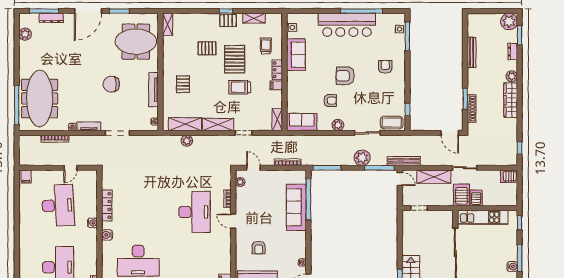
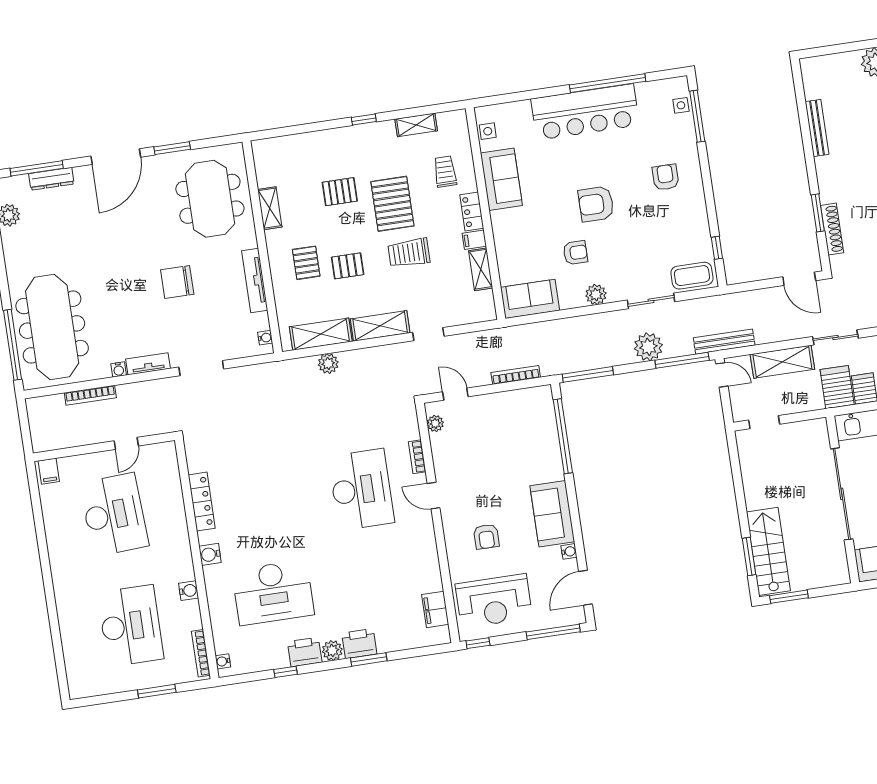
pallet: (228, 21) -> (348, 266), moved
shelving: (168, 24) -> (270, 208), moved
meeting table: (136, 42) -> (210, 199), turned 90
shelving: (277, 120) -> (481, 269), moved
sofa: (296, 207) -> (552, 514), moved, width x0.73
water cooler: (92, 223) -> (189, 591), moved

